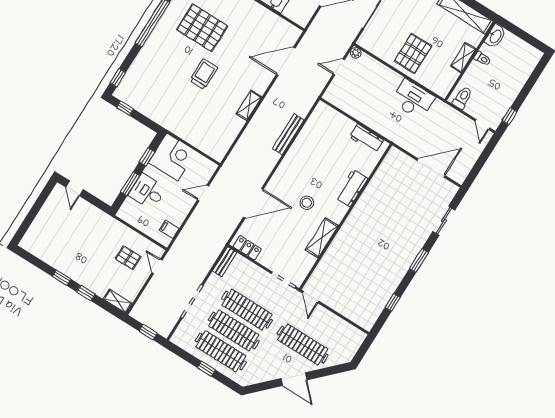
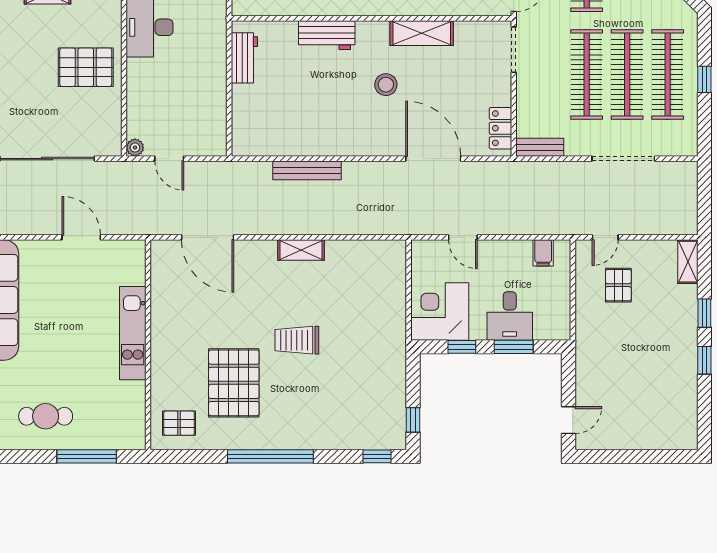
window: (148, 332) -> (704, 192), removed

